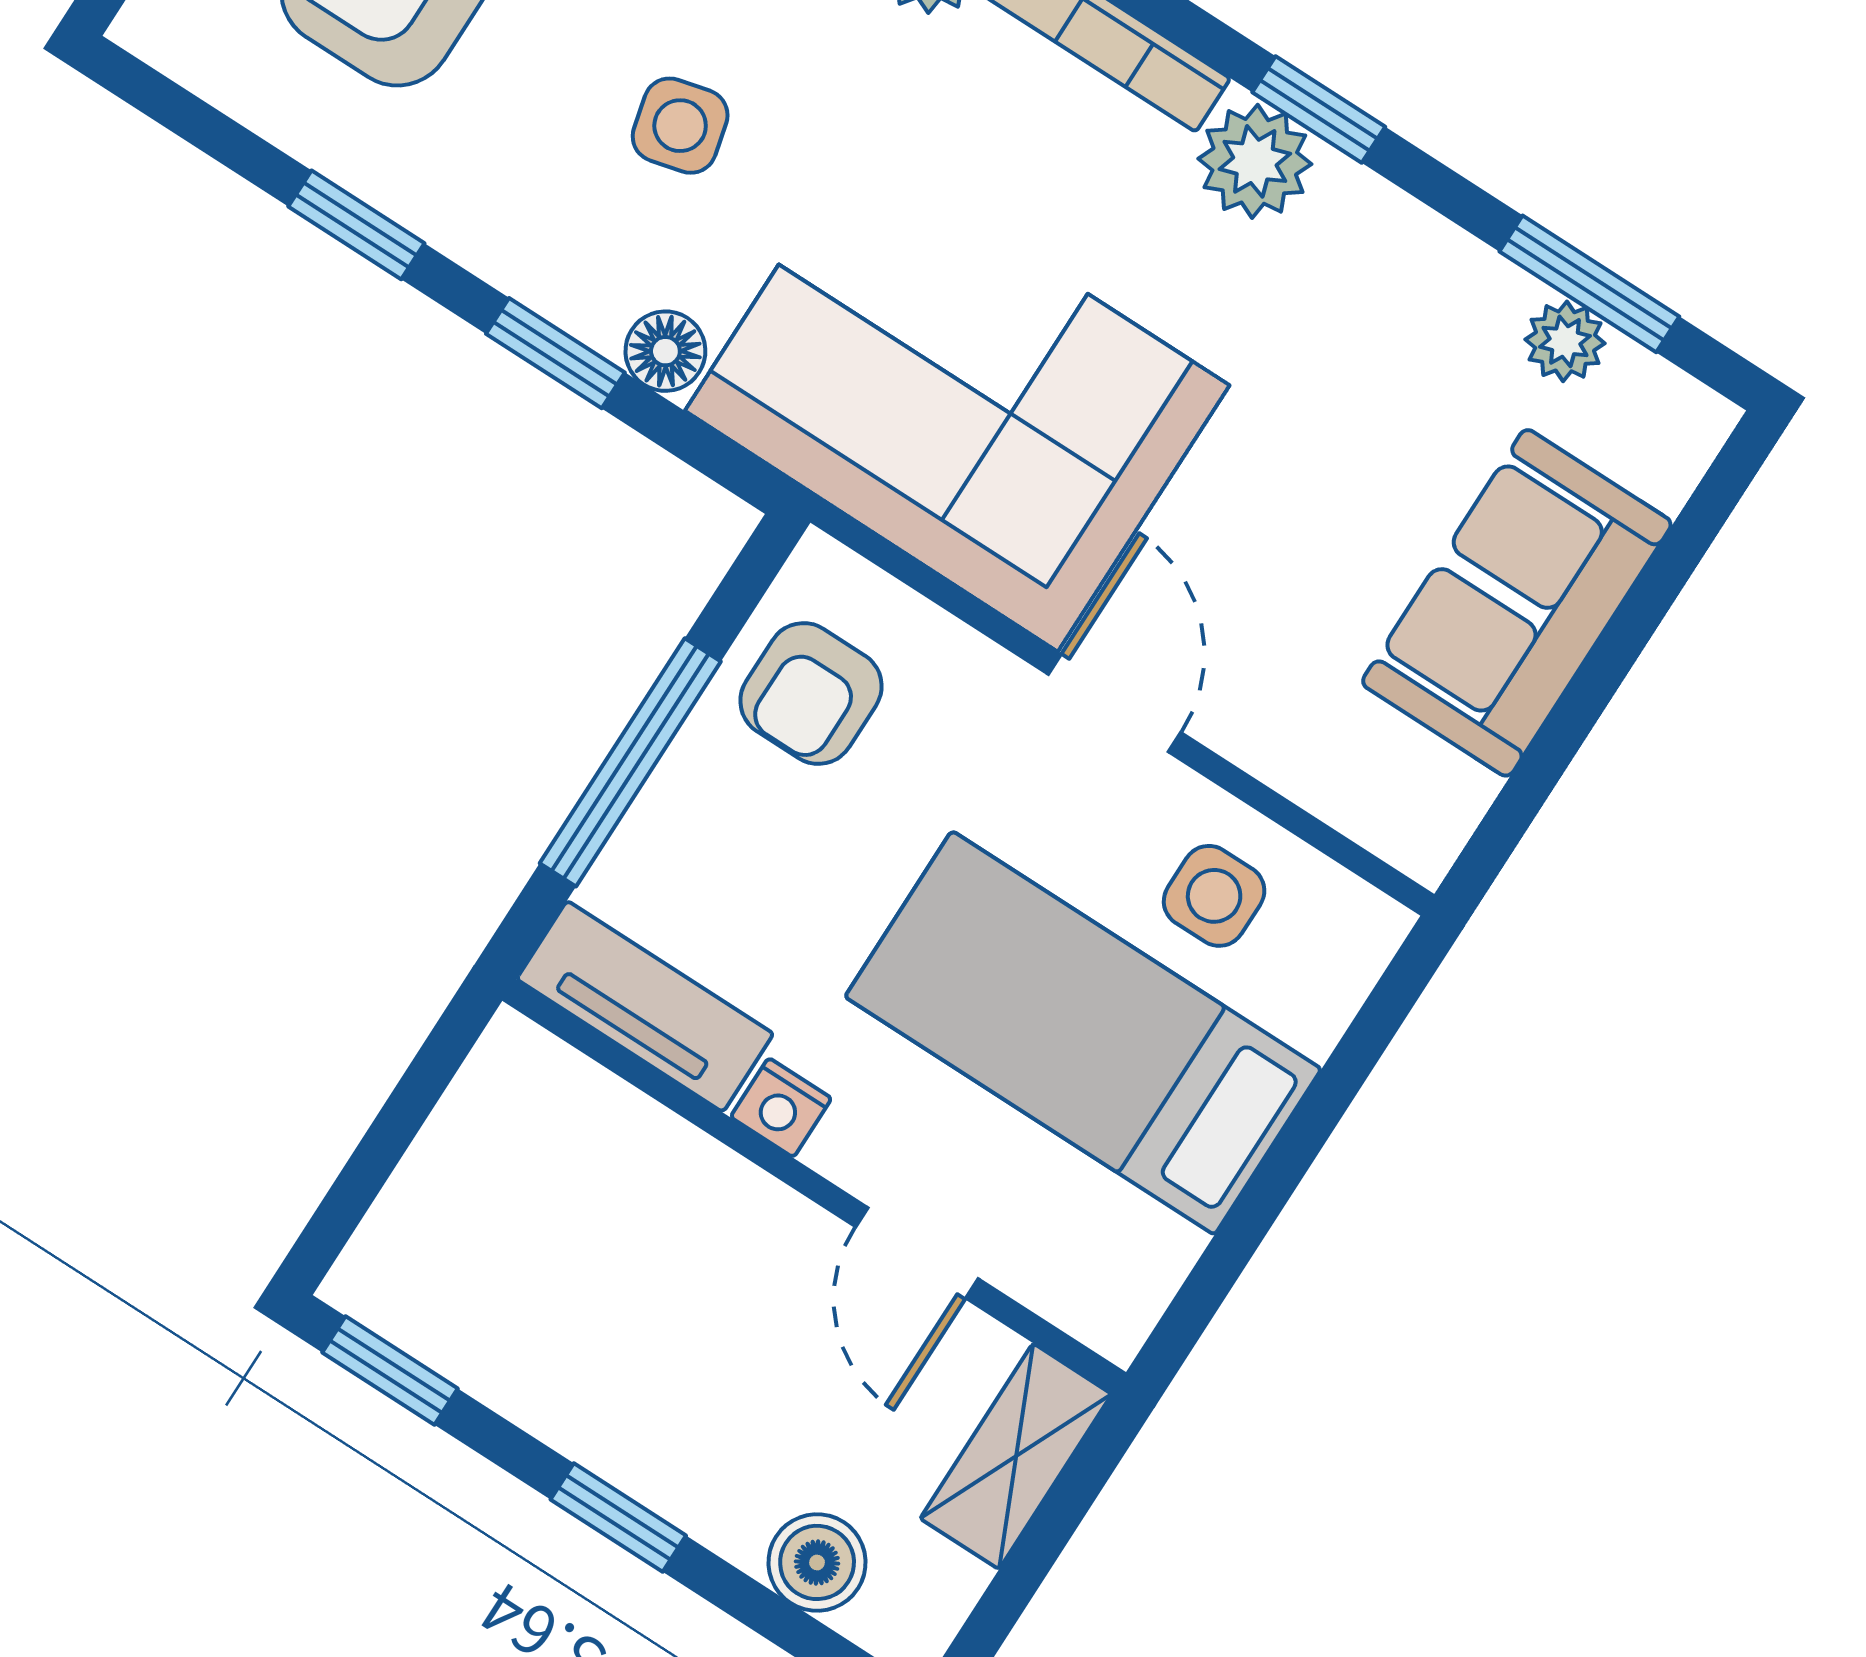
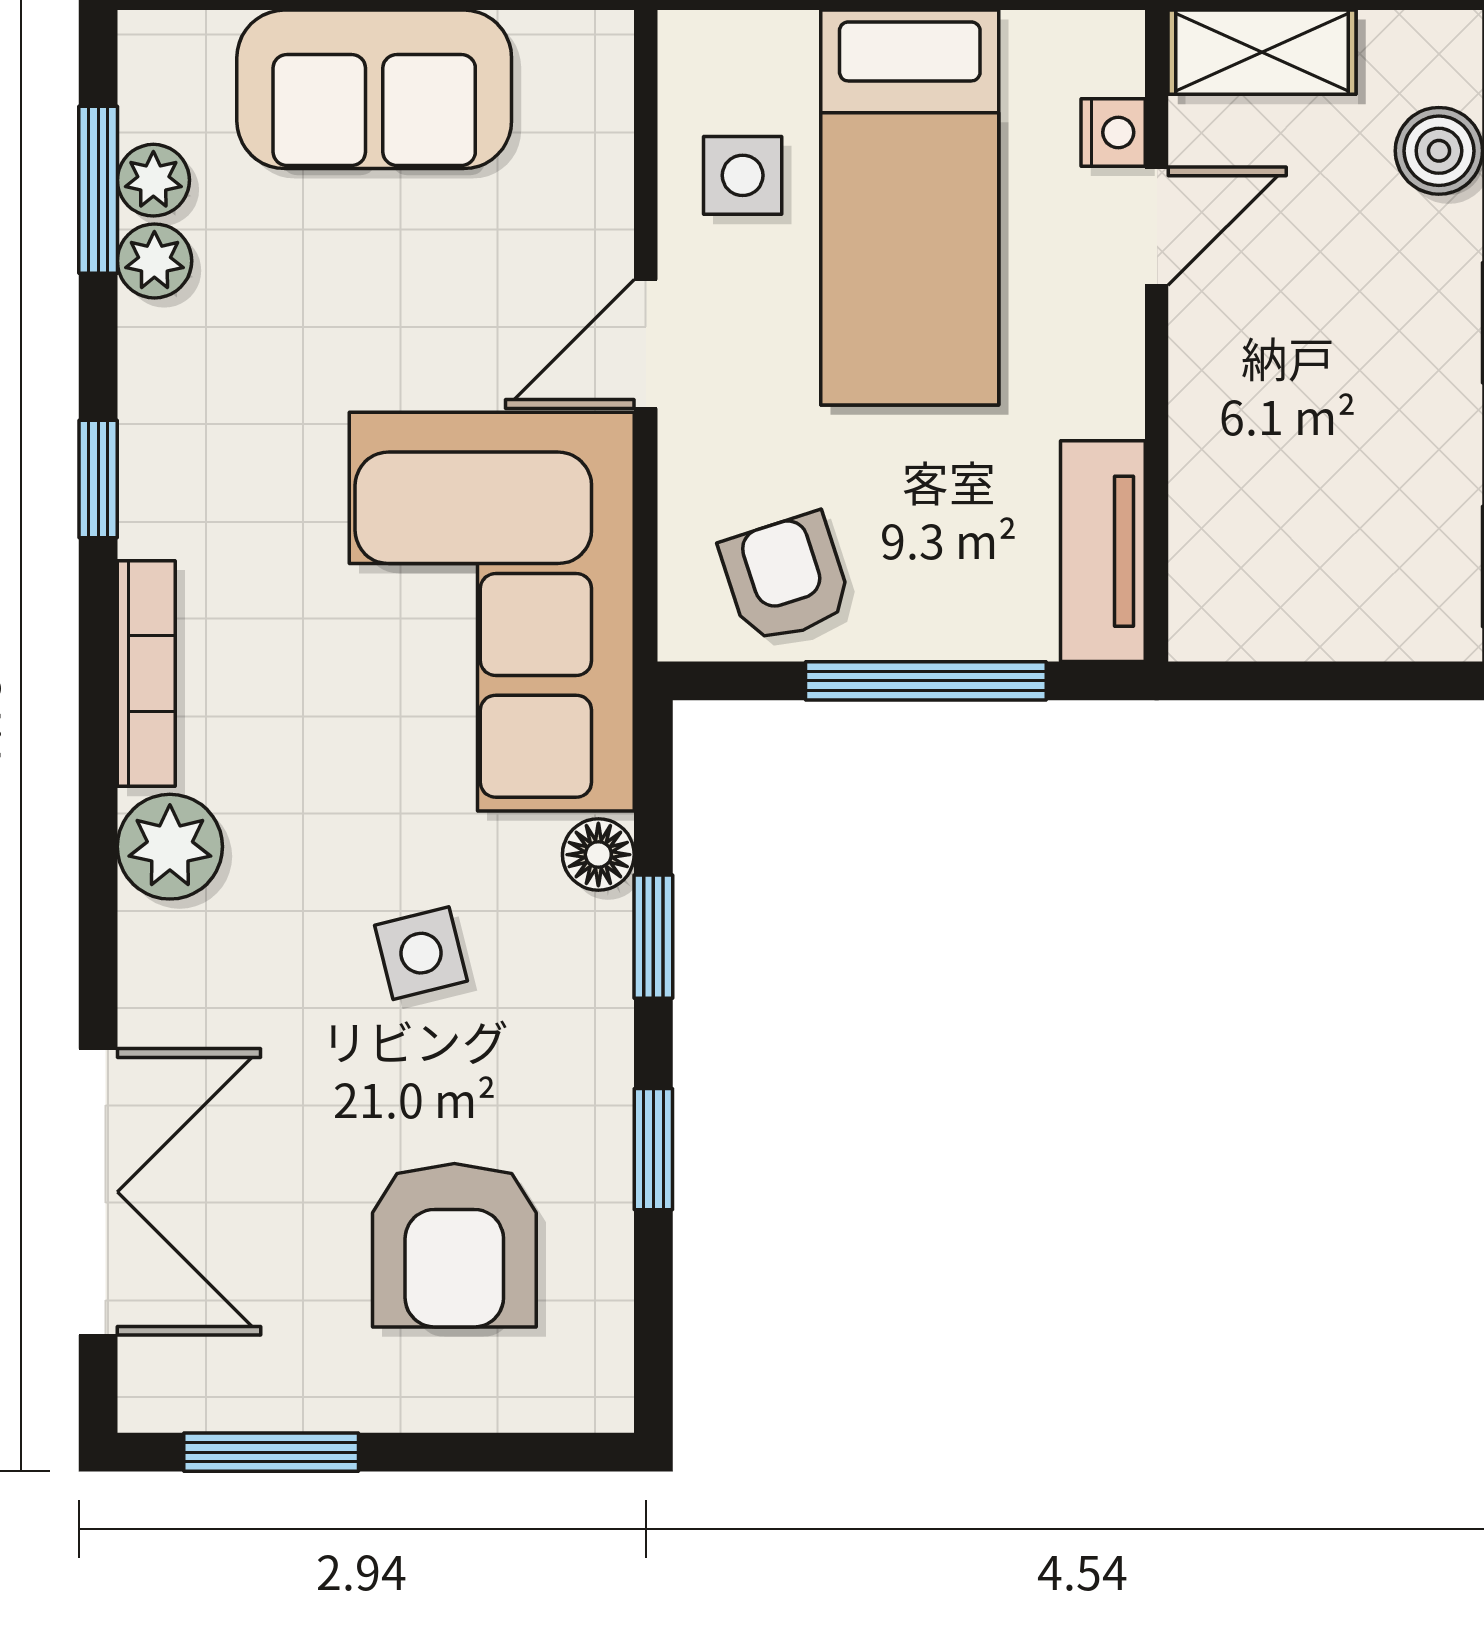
plant: (1255, 161) -> (154, 261), moved, width x0.73, depth x0.73
armchair: (811, 693) -> (786, 578), turned -108
nightstand: (781, 1108) -> (1113, 132), moved

